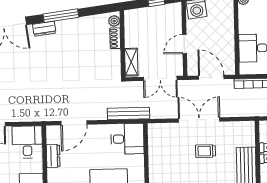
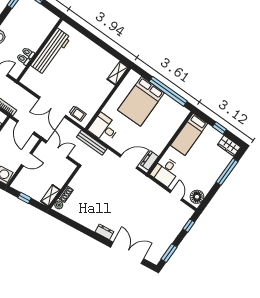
window: (61, 16) -> (88, 232), removed
shelving: (131, 62) -> (50, 196), moved
trolley: (206, 151) -> (78, 114), moved
dresser: (53, 156) -> (150, 161), moved

